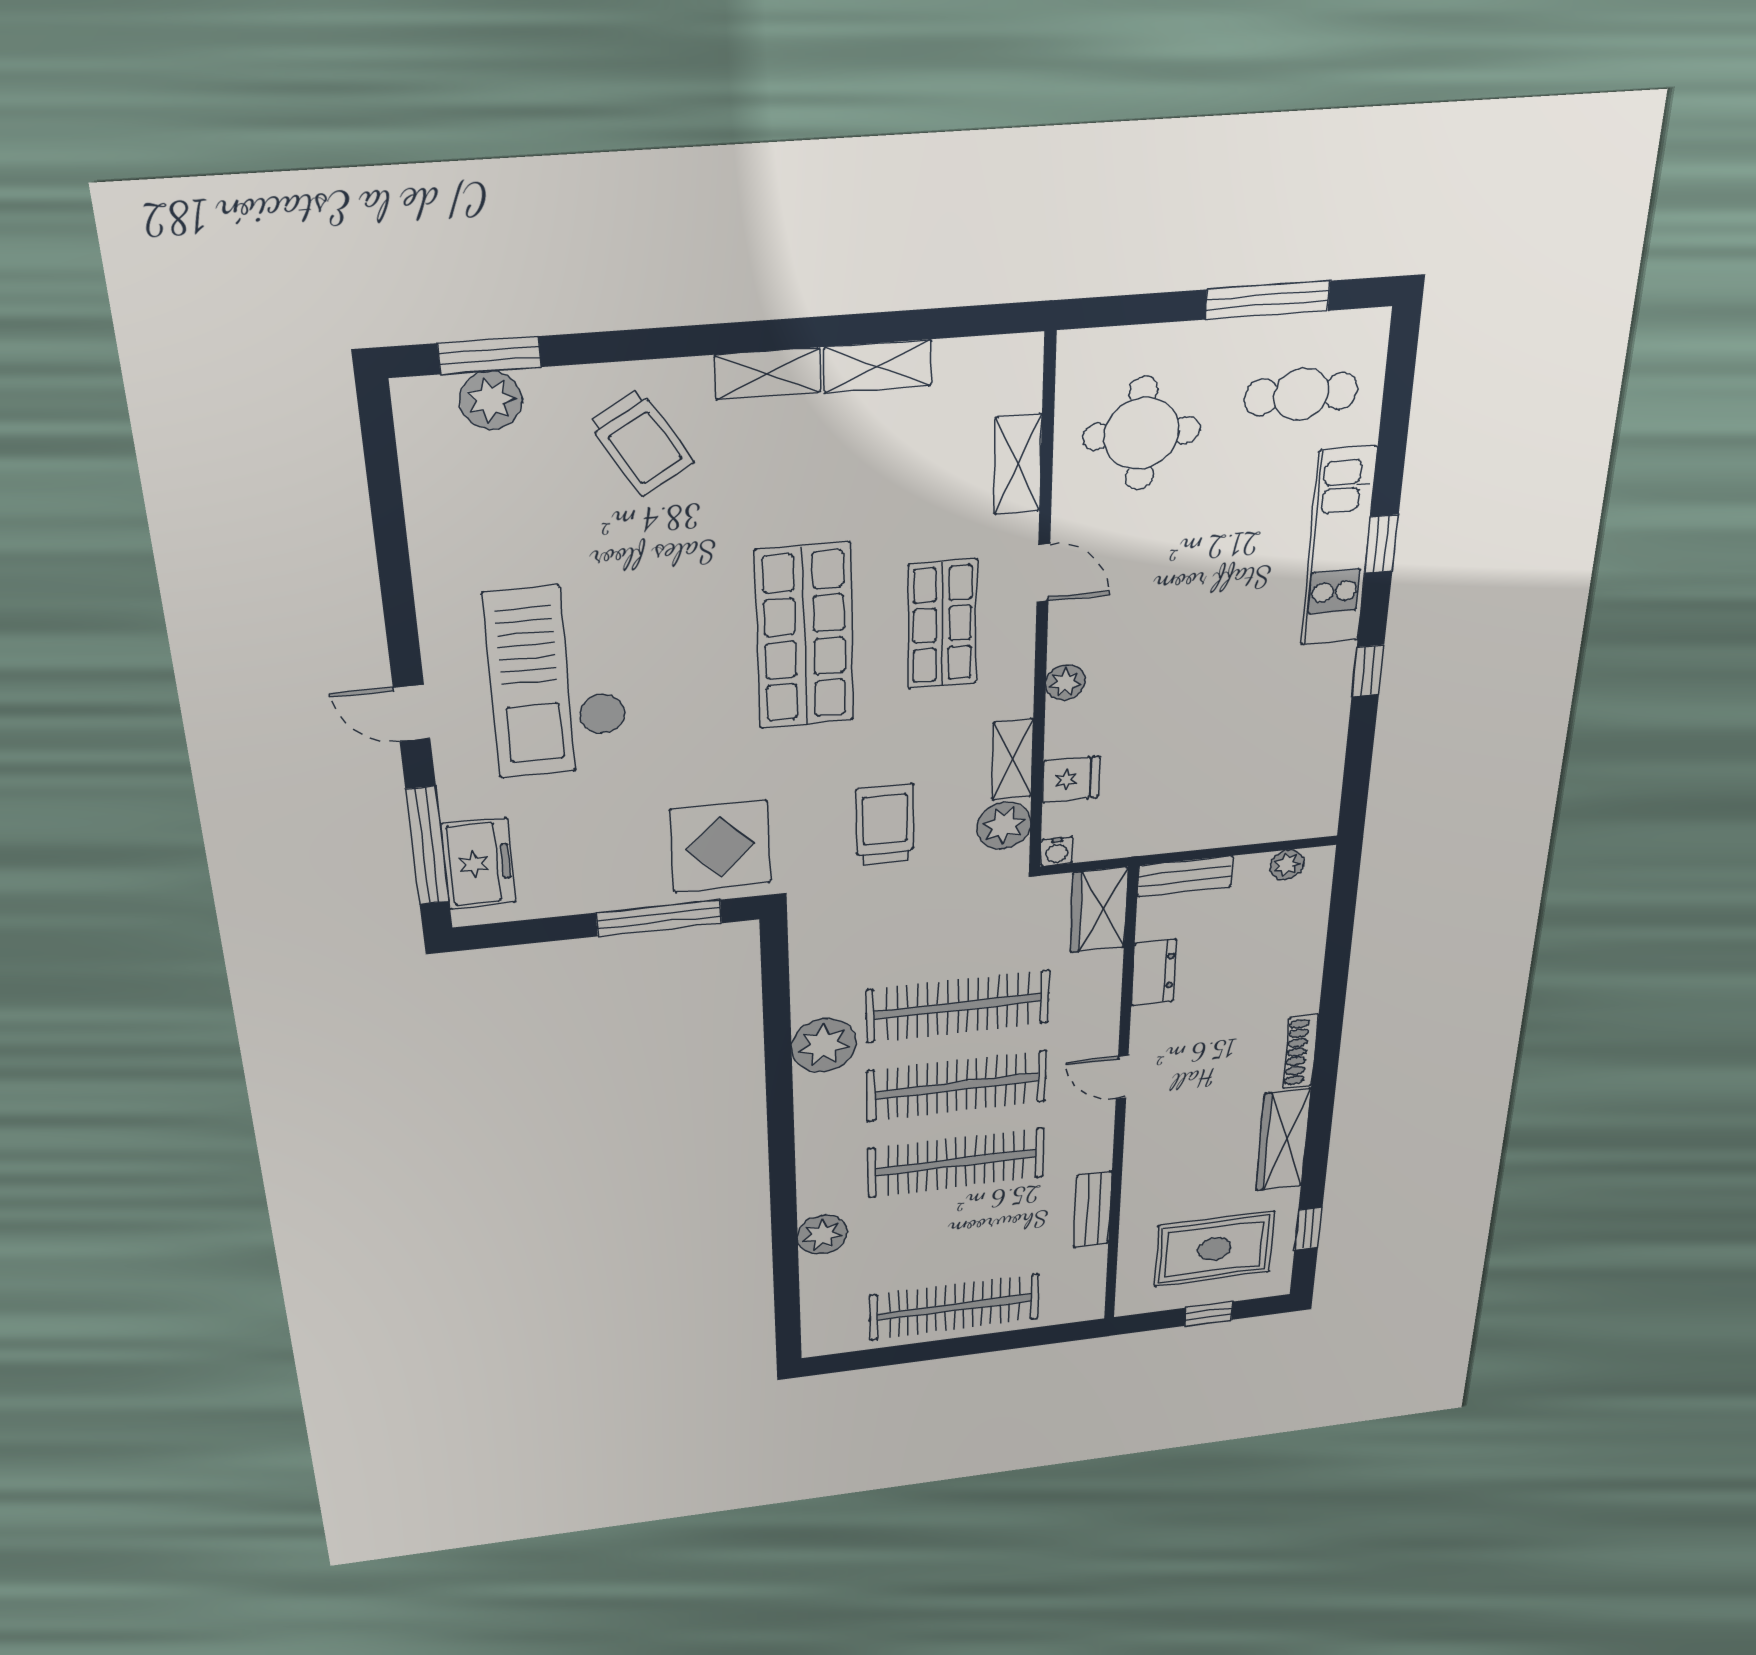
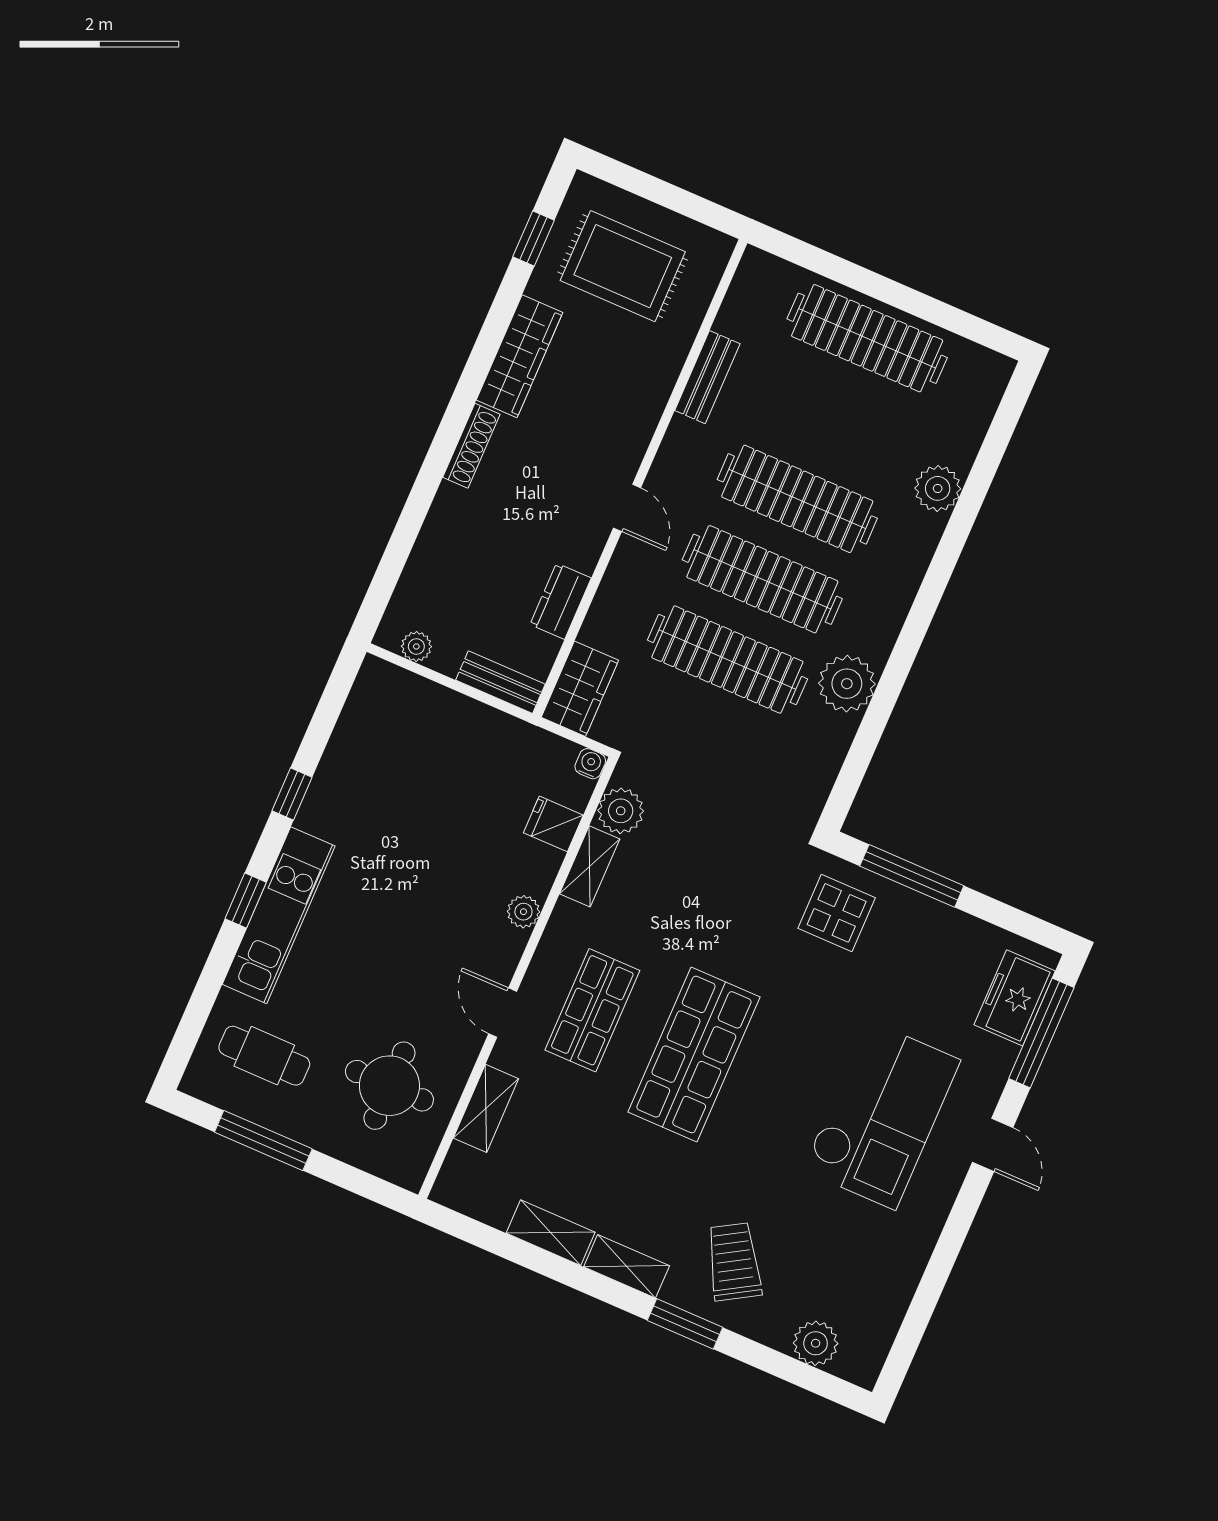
window: (489, 355) -> (685, 1324), moved
trolley: (885, 825) -> (708, 863), removed
display table: (720, 846) -> (837, 913), width x0.73, depth x0.73
window: (1209, 1314) -> (656, 190), removed

